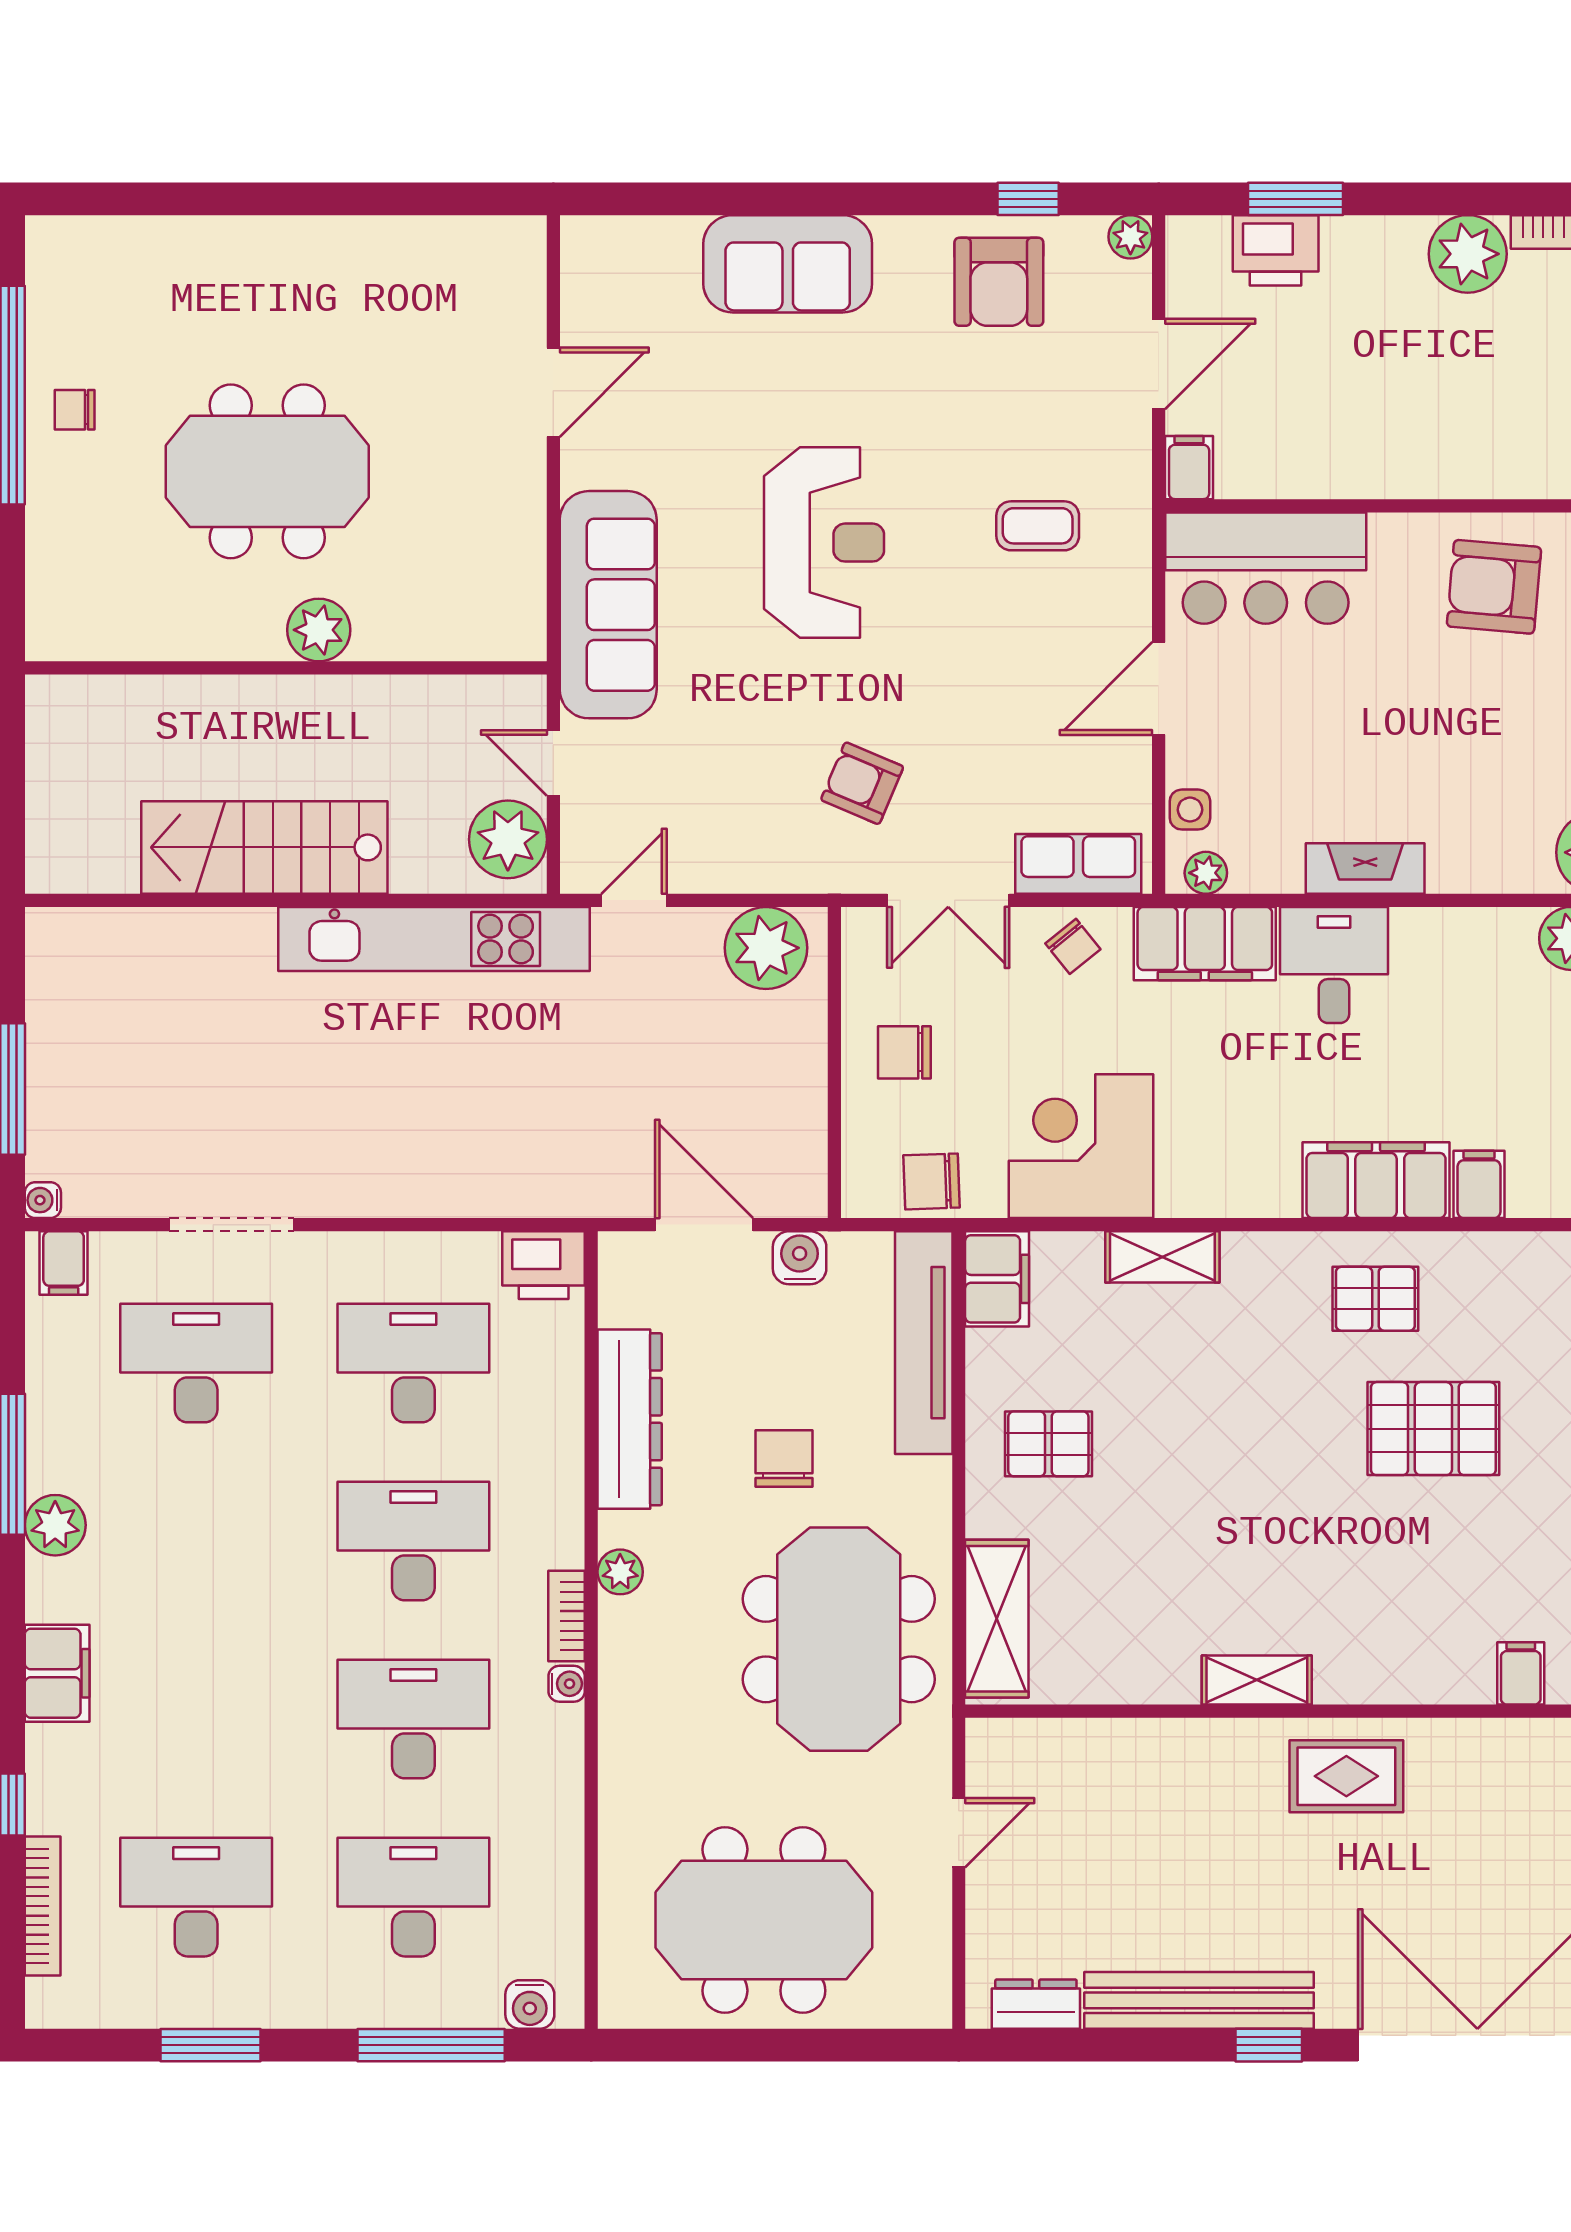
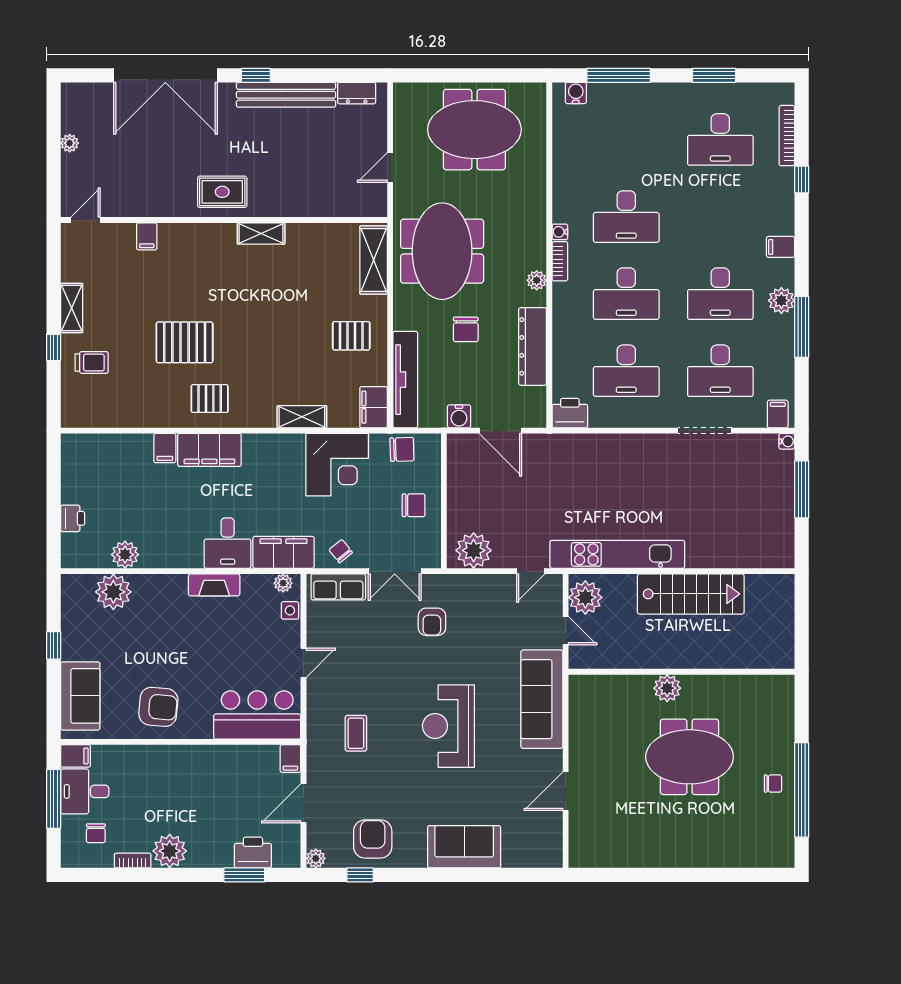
coffee table: (1038, 526) -> (356, 733), turned 90
door: (1159, 689) -> (303, 663), width x0.73
armchair: (862, 783) -> (432, 622), turned 67
double door: (948, 900) -> (395, 571), swing flipped
filing cabinet: (57, 1673) -> (781, 247), width x0.50
desk: (413, 1897) -> (720, 294), moved

